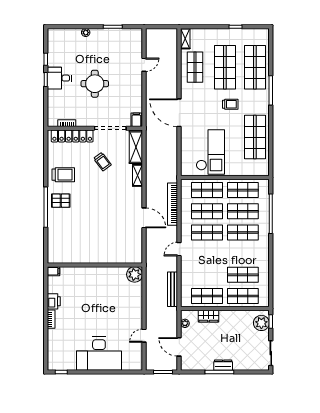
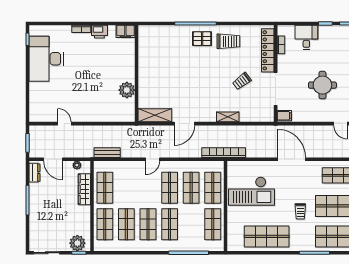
desk: (59, 78) -> (306, 37), moved
round table: (95, 84) -> (322, 85), moved
door: (179, 113) -> (292, 159), hinge flipped
shelving: (136, 147) -> (155, 115), moved
trolley: (63, 175) -> (228, 41), turned -90
pallet: (61, 201) -> (202, 39), turned 90
bookcase: (173, 204) -> (224, 153), moved
shop shelf: (243, 211) -> (148, 224), moved
door: (179, 249) -> (153, 159), swing flipped
filing cabinet: (54, 271) -> (125, 31), width x2.00
plant: (135, 274) -> (127, 90), moved
bench: (173, 289) -> (107, 153), width x0.73
wardrobe: (209, 316) -> (84, 189), width x1.50
door: (179, 347) -> (53, 159), swing flipped
desk: (99, 354) -> (46, 59), moved
dresser: (223, 365) -> (34, 173), moved

